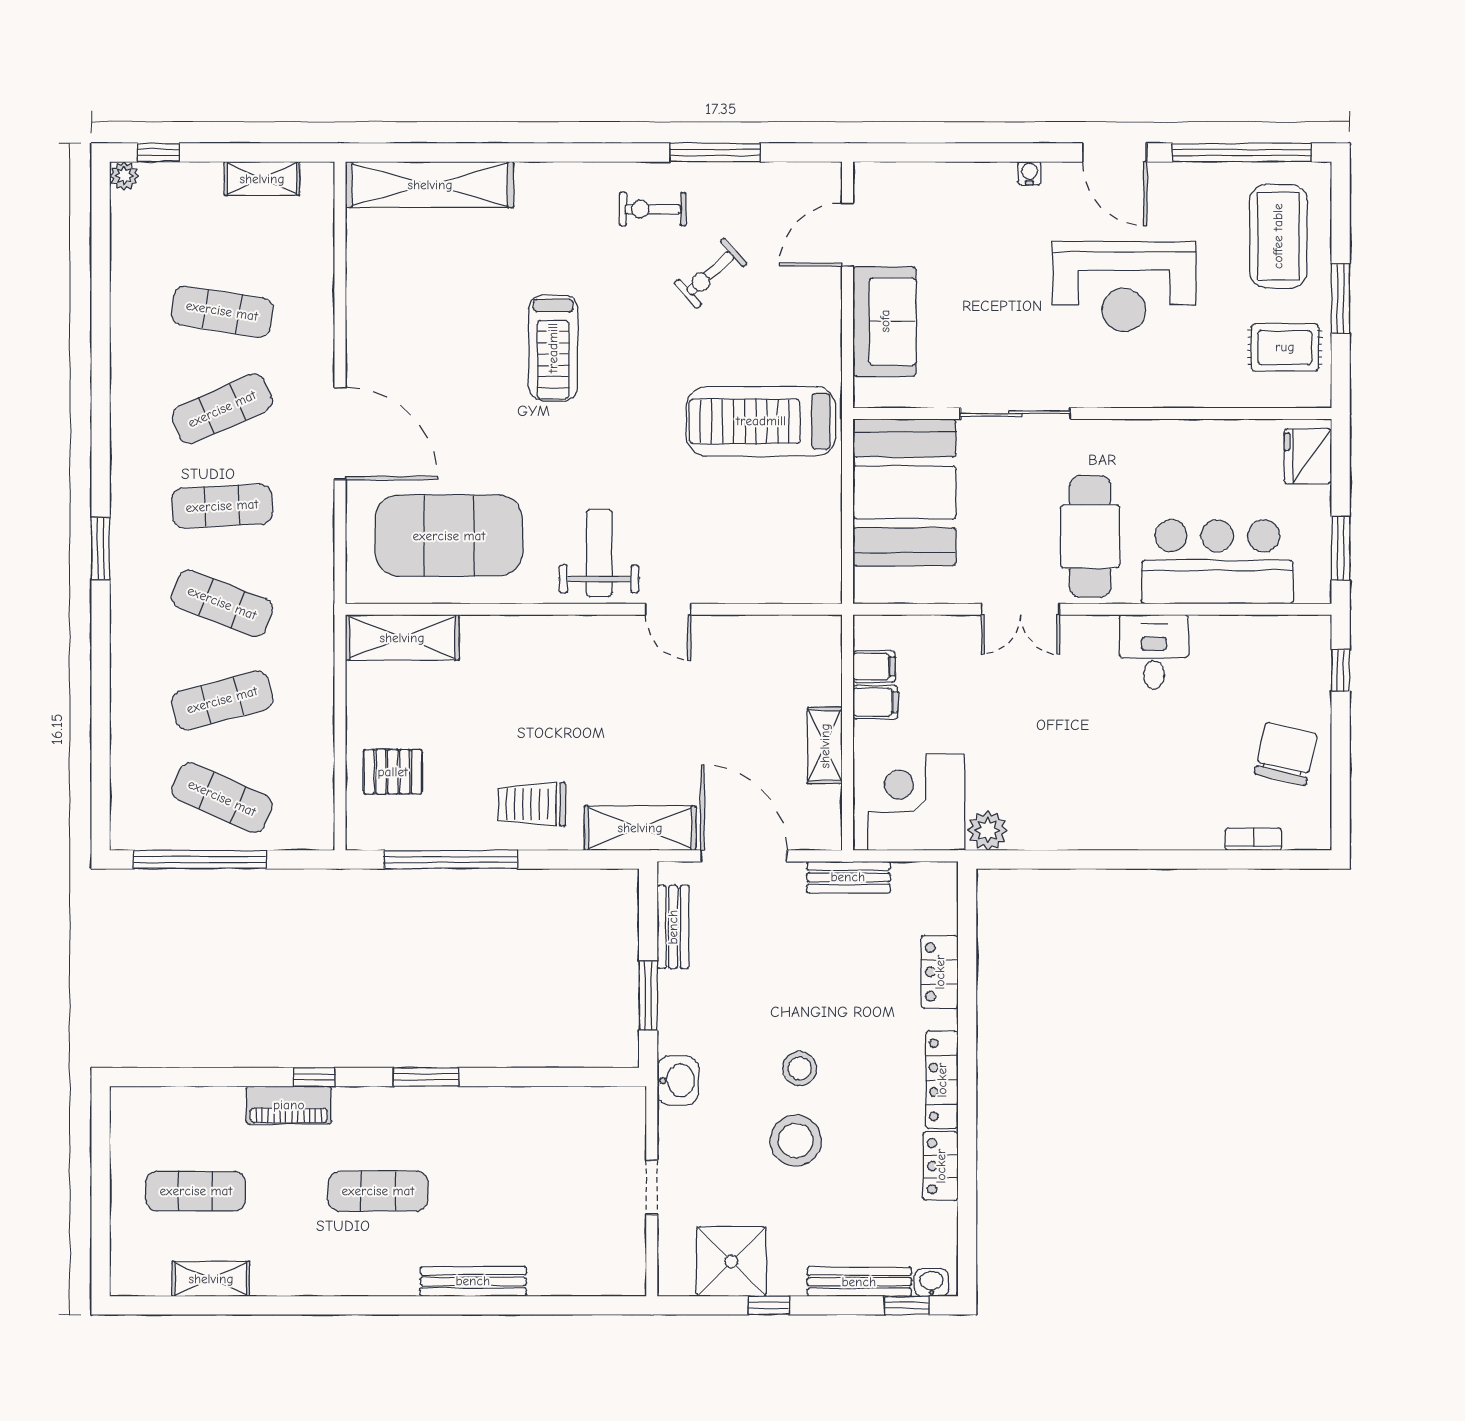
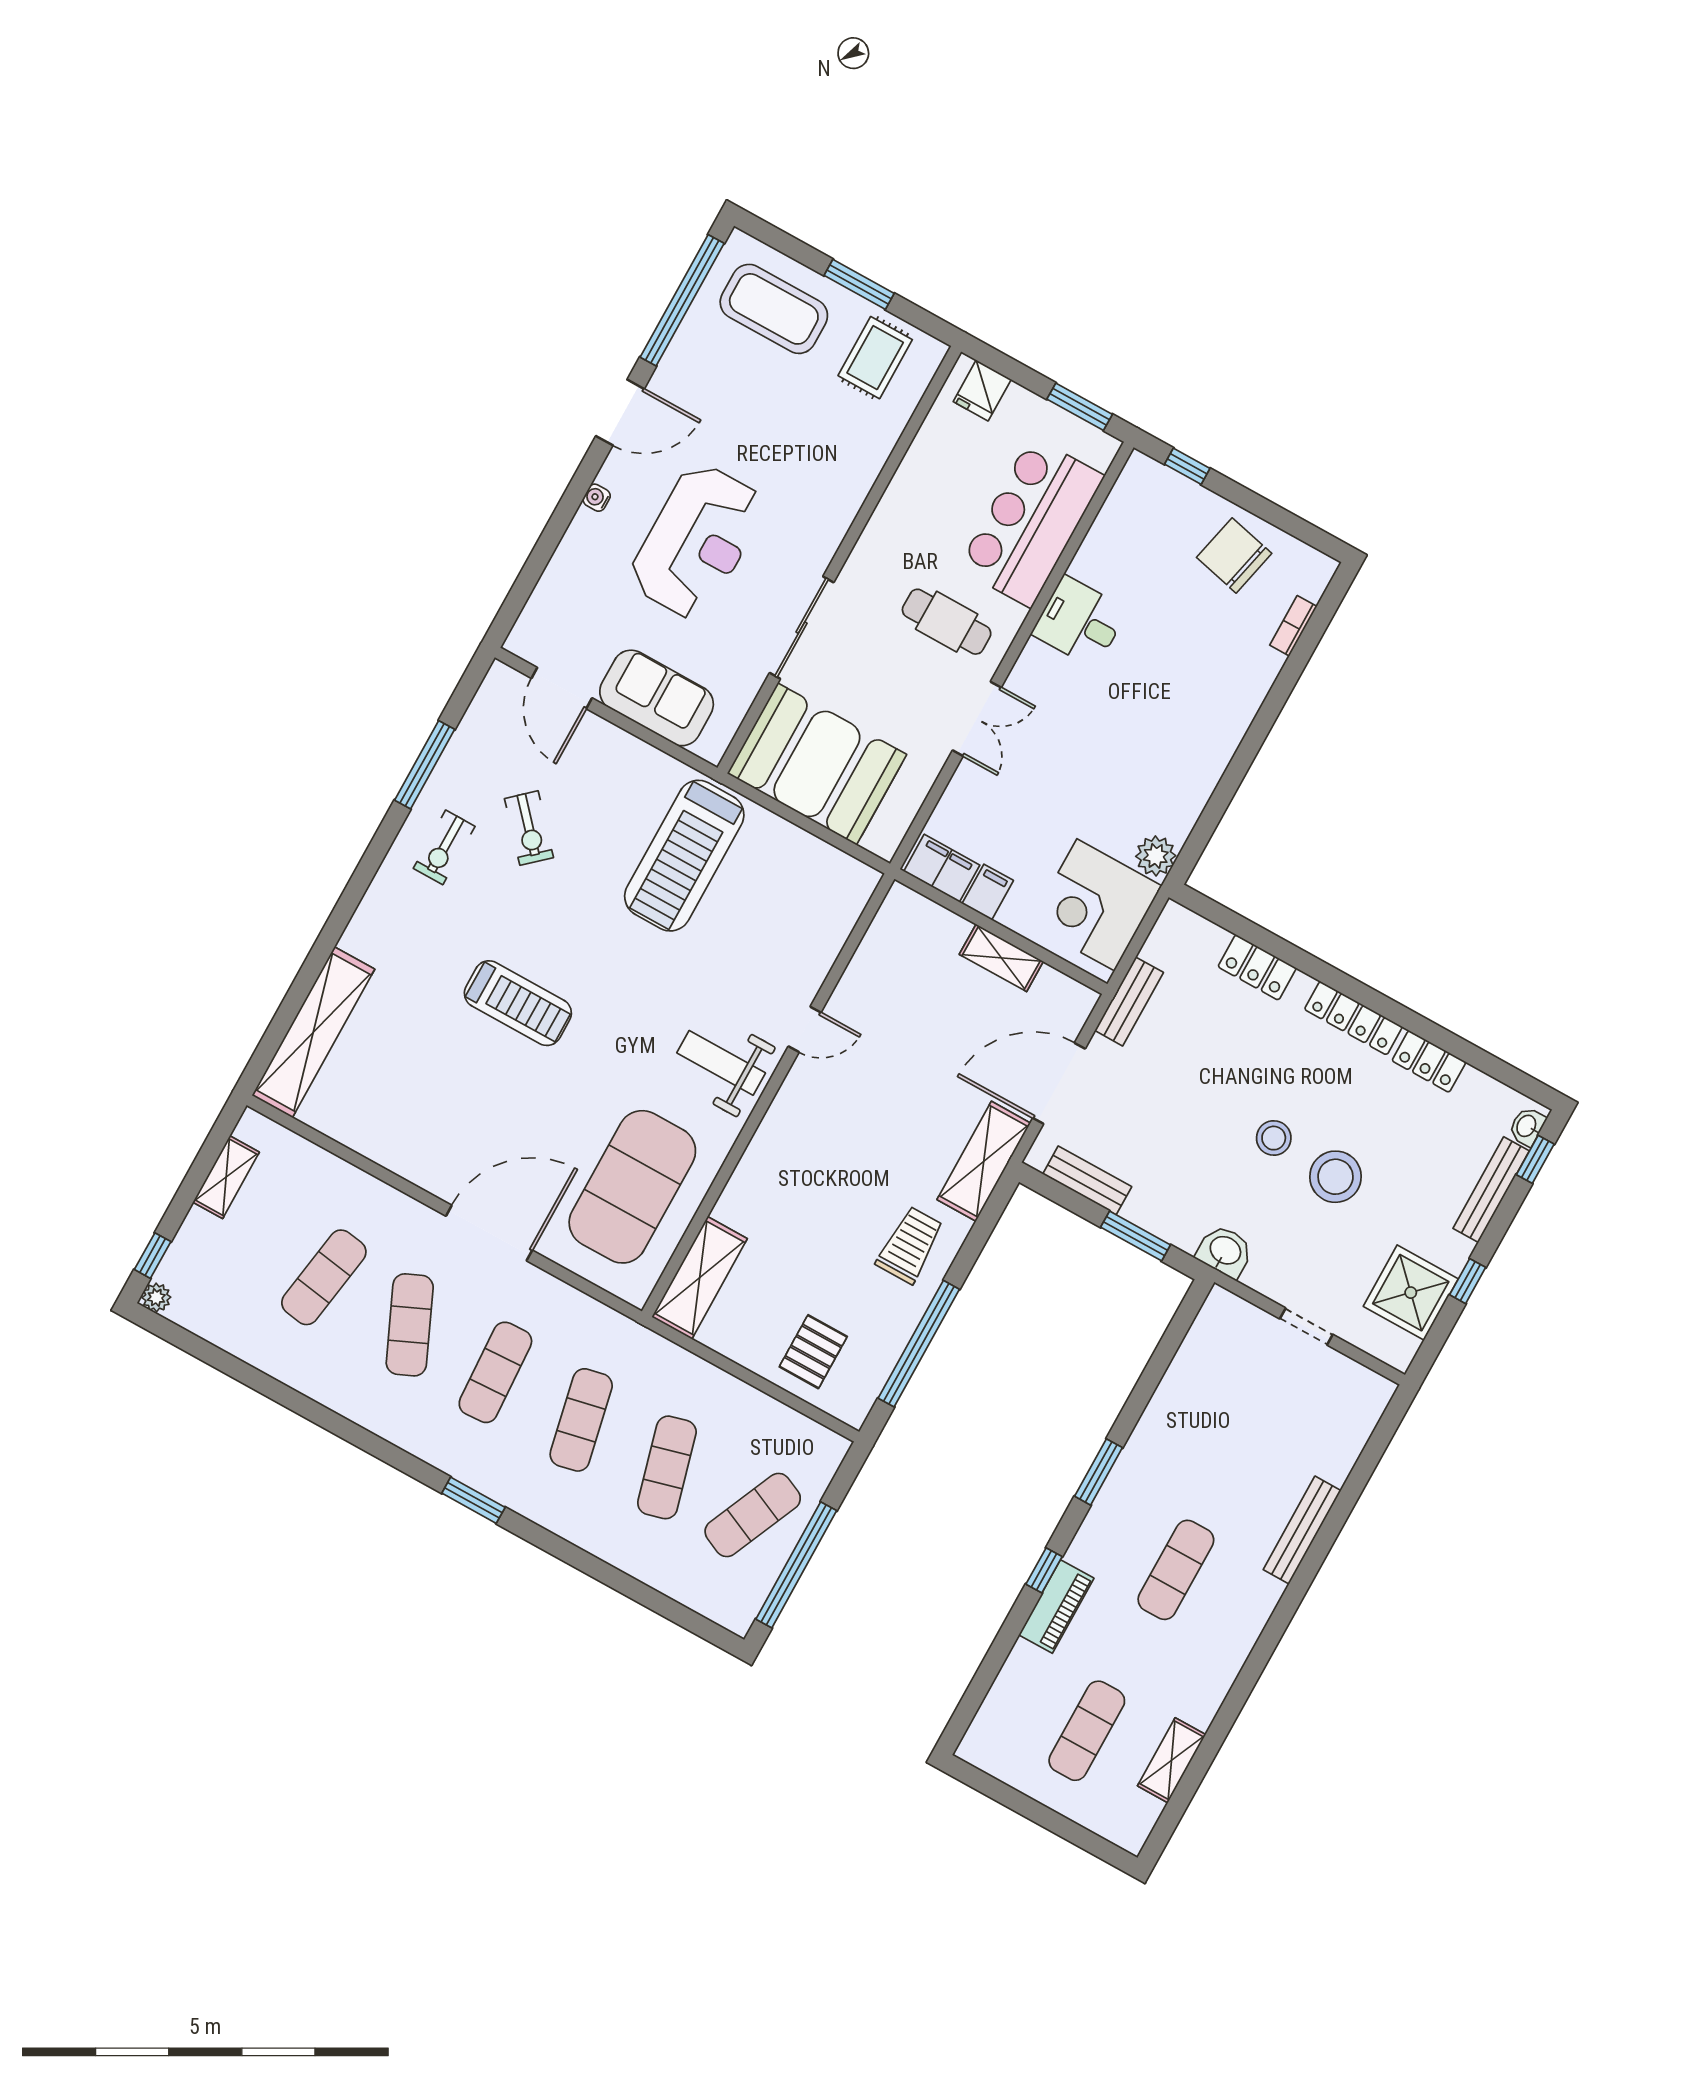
reception desk: (1124, 287) -> (697, 541), moved
fridge: (1308, 456) -> (982, 390), width x0.72
cafe table: (1090, 536) -> (947, 622), width x0.73, depth x0.74
exercise mat: (222, 603) -> (581, 1420), turned -33
filing cabinet: (874, 667) -> (942, 868), width x2.00
trolley: (532, 804) -> (910, 1245), turned 180

